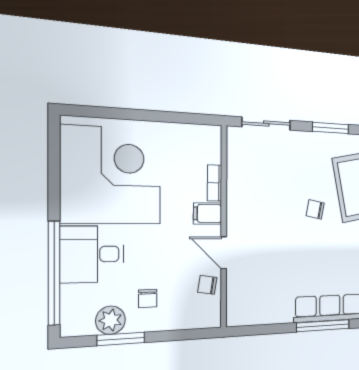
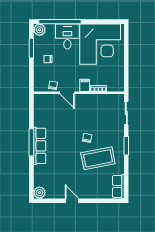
door: (224, 253) -> (67, 93), swing flipped
plant: (111, 320) -> (40, 30), moved

